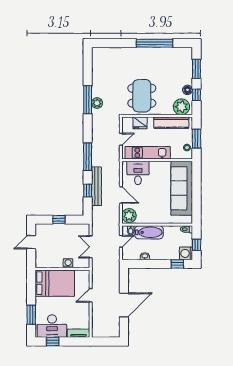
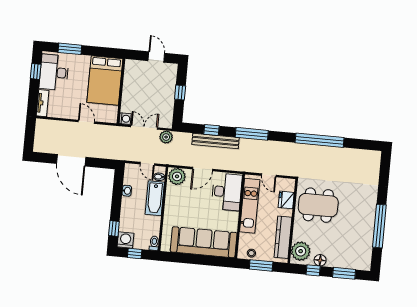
window: (88, 100) -> (320, 140), width x1.46
plant: (97, 103) -> (166, 137), moved
desk: (138, 173) -> (227, 192), width x1.37
washing machine: (68, 263) -> (125, 119), moved

